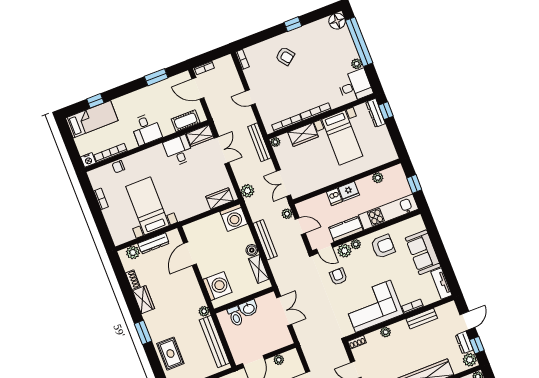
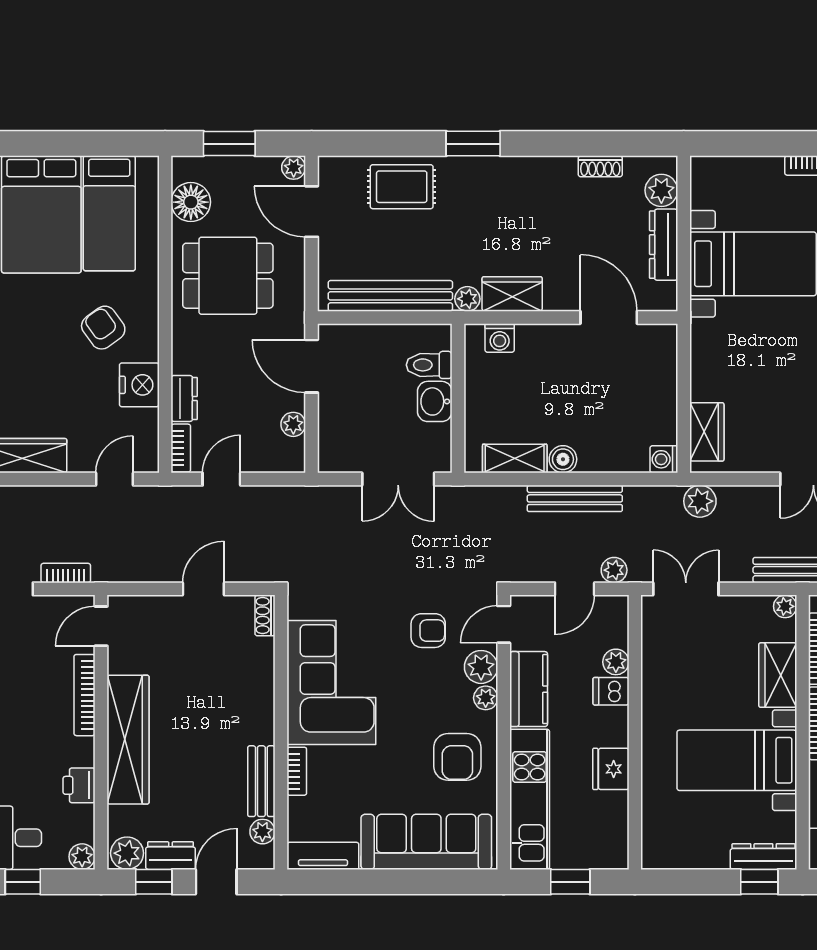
plant: (378, 178) -> (616, 662), moved
fridge: (349, 191) -> (611, 769), moved
washing machine: (234, 218) -> (664, 459), width x0.53, depth x0.53
sofa: (423, 252) -> (426, 842), width x1.36
washing machine: (217, 286) -> (500, 338), width x0.53, depth x0.53
wardrobe: (143, 300) -> (512, 294), moved, turned 180
door: (467, 321) -> (216, 882), swing flipped
plant: (386, 332) -> (262, 832), moved

